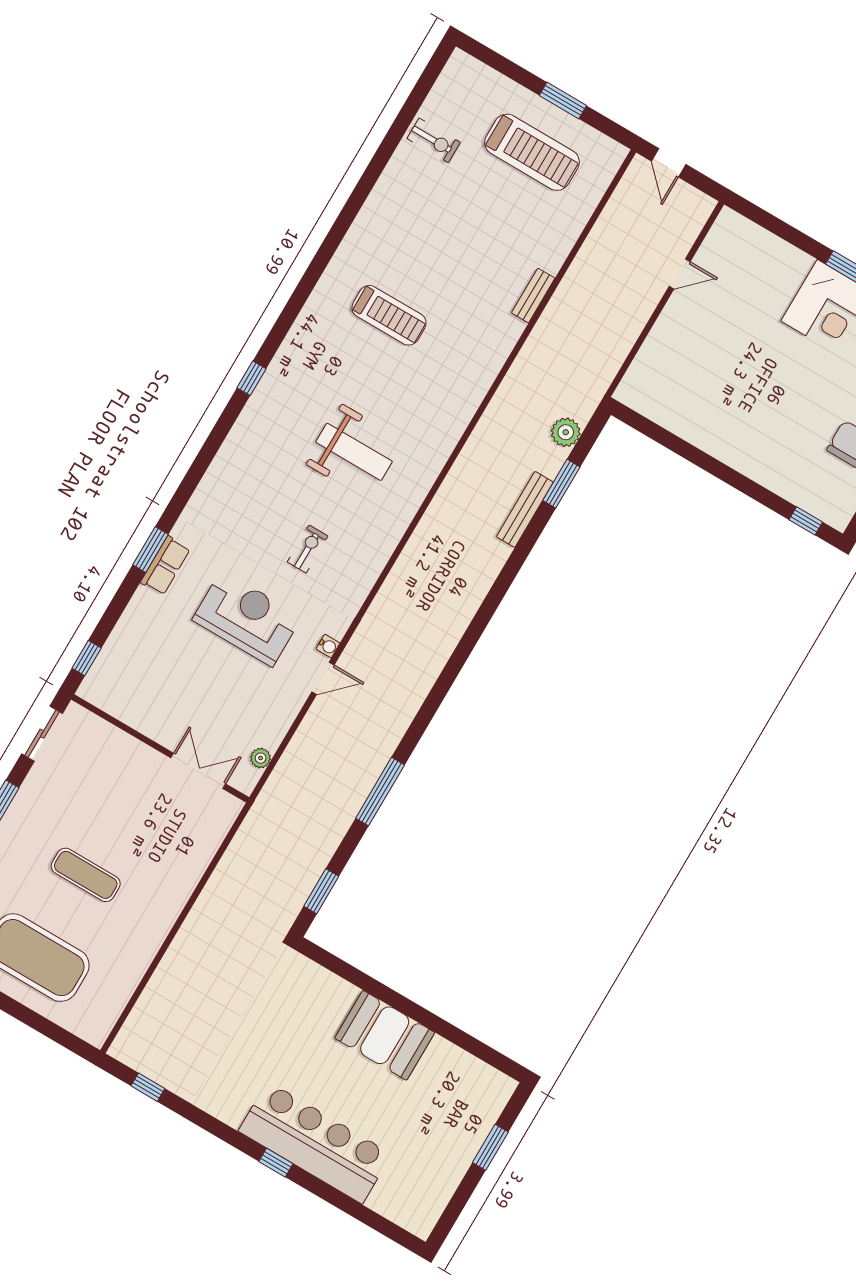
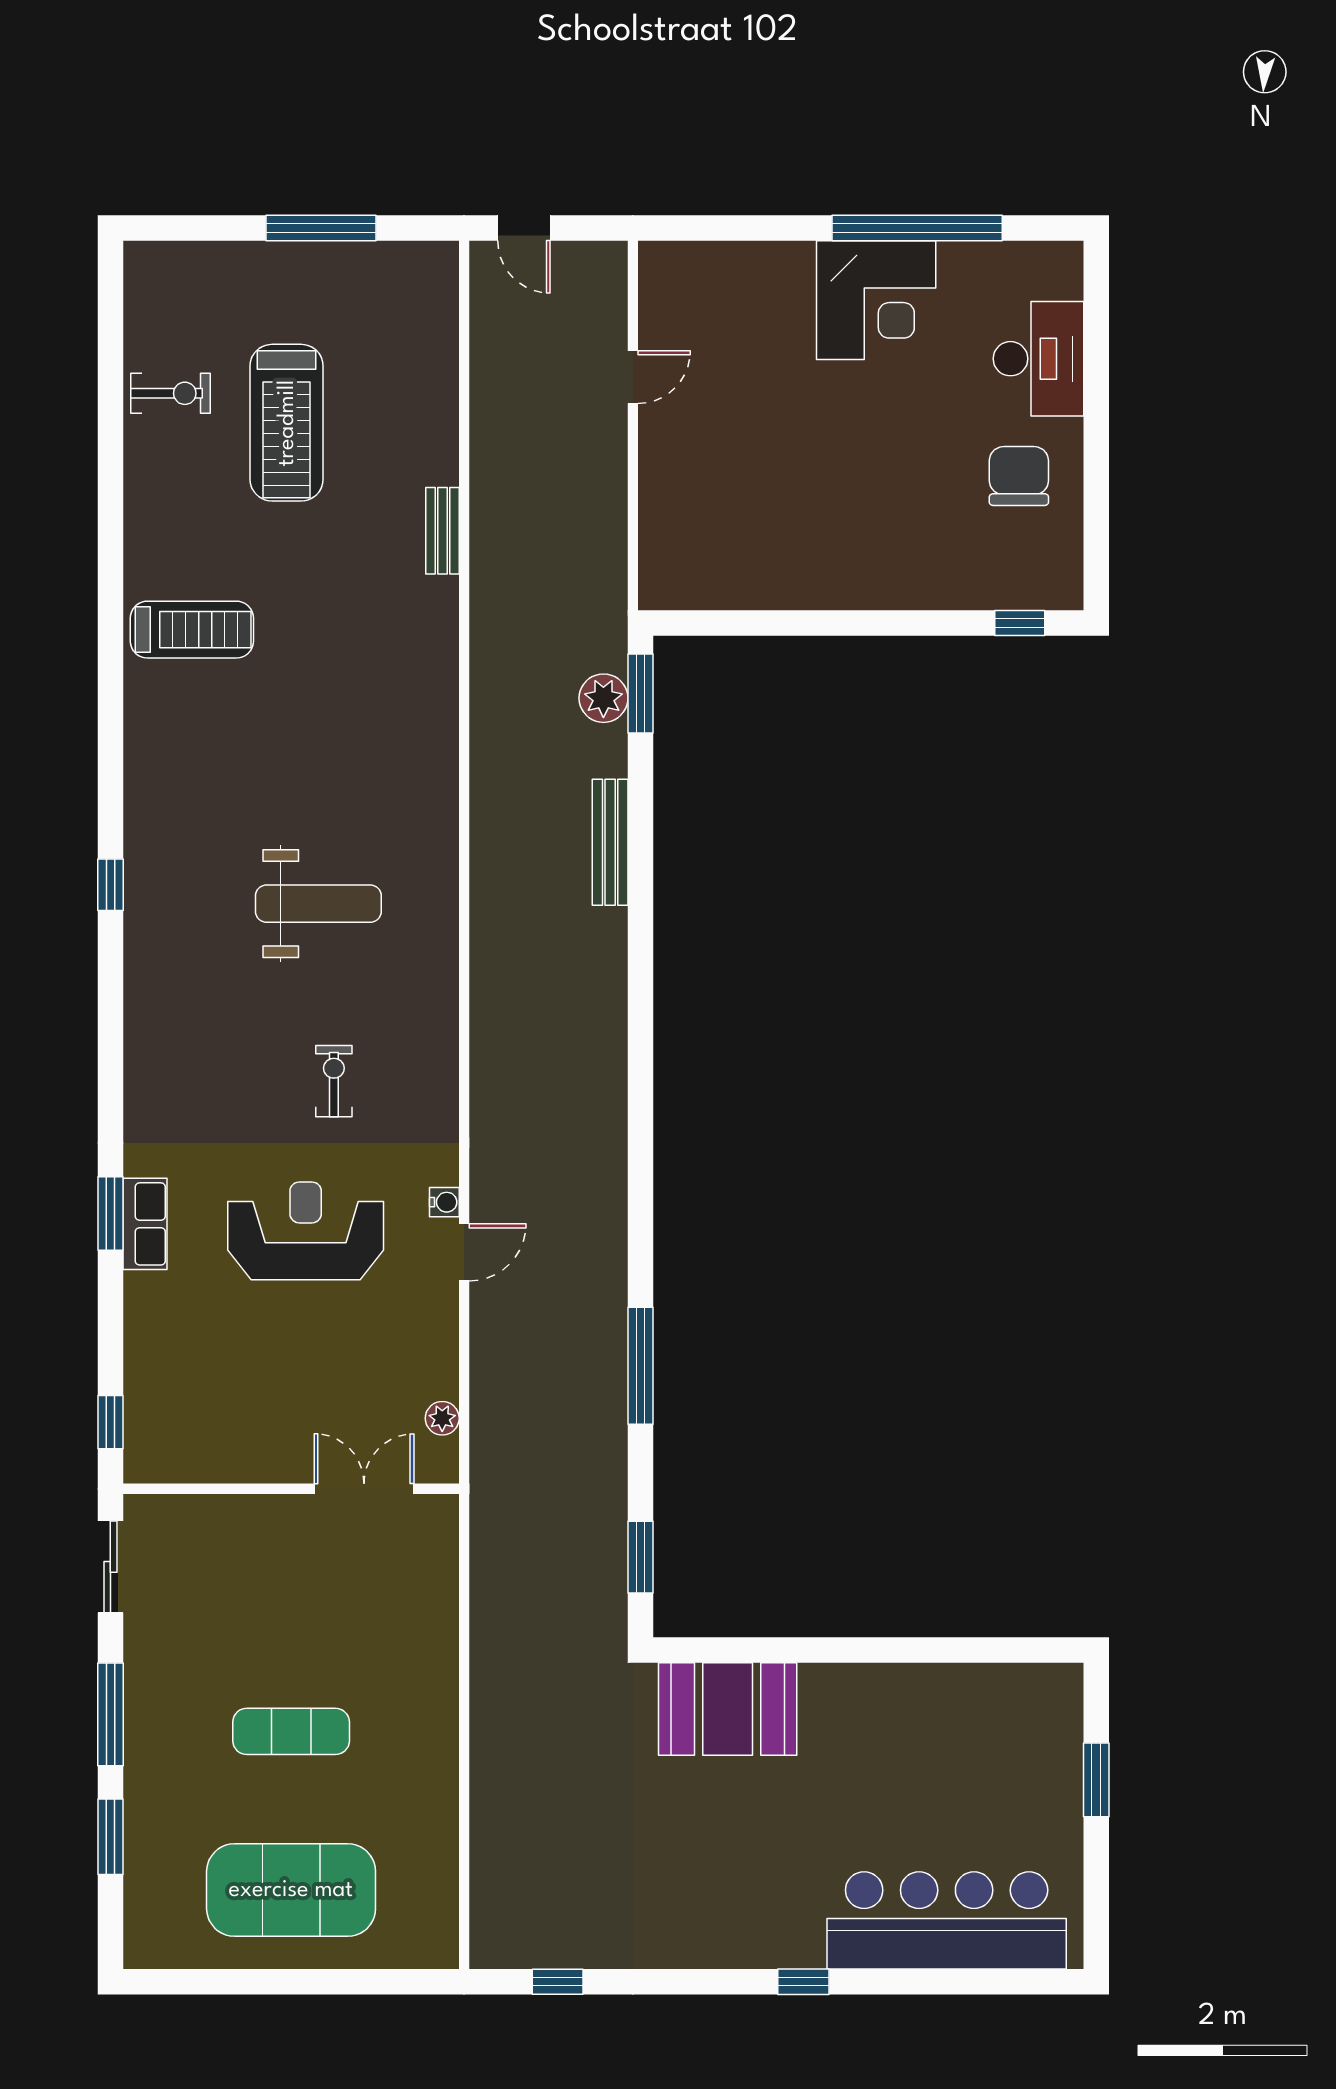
window: (563, 100) -> (321, 228), width x1.44
treadmill: (532, 152) -> (287, 423), moved, turned 90
treadmill: (389, 315) -> (192, 630), moved
window: (561, 484) -> (640, 694), moved
booth: (385, 1035) -> (728, 1709), moved
bar counter: (315, 1143) -> (947, 1920), moved

